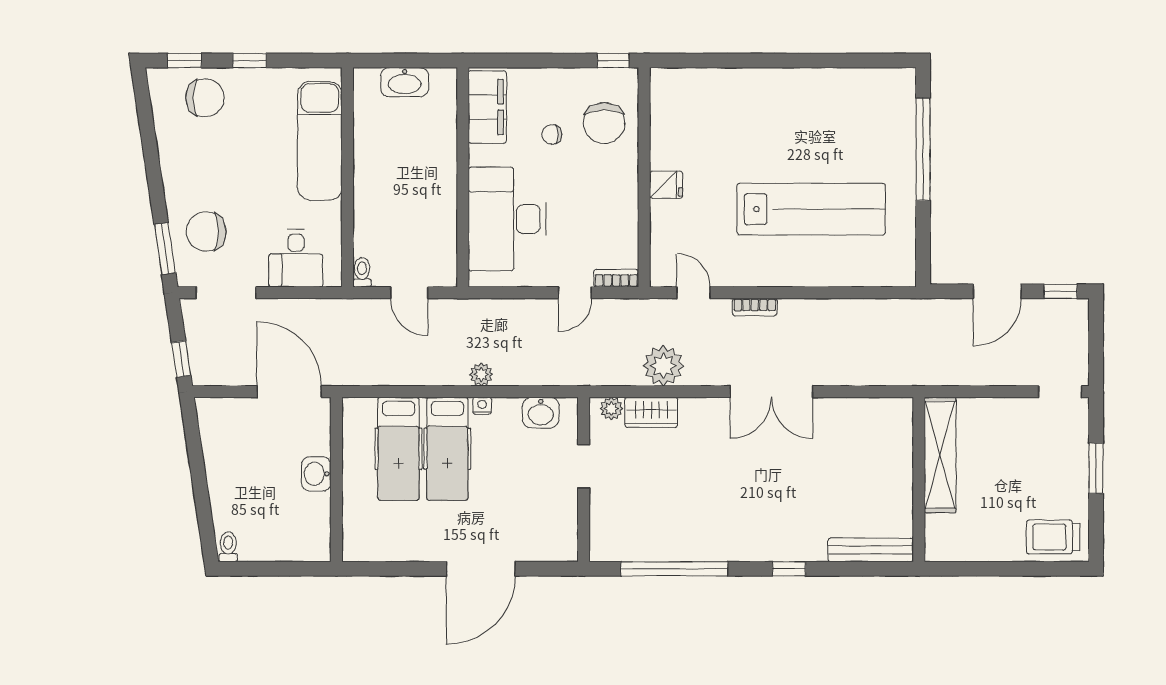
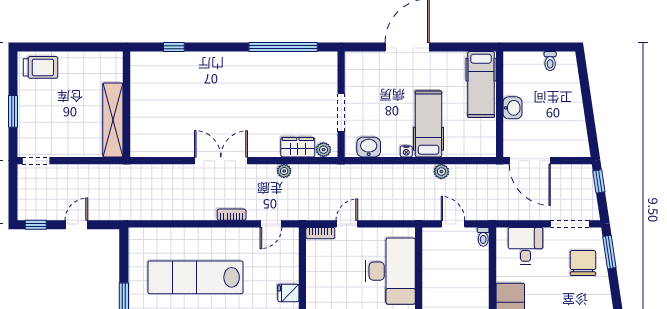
chair: (206, 231) -> (583, 263), turned -90
door: (997, 291) -> (76, 225), width x0.73
door: (693, 293) -> (271, 224), hinge flipped
plant: (663, 366) -> (284, 171), width x0.53, depth x0.53
plant: (481, 374) -> (441, 172), moved
hospital bed: (398, 449) -> (481, 85), moved, turned 180
doorway: (584, 466) -> (341, 113), width x1.38
toilet: (228, 547) -> (550, 61), moved
bench: (871, 550) -> (157, 59), removed
window: (789, 569) -> (174, 47), moved

